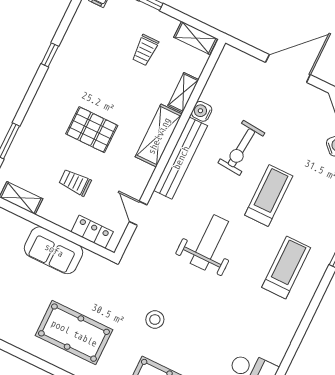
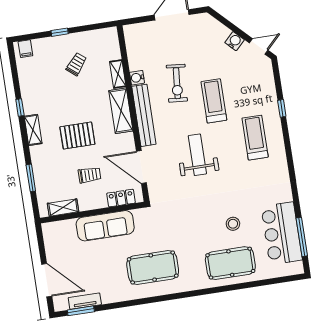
shelving: (196, 38) -> (33, 130), moved, turned 90
trolley: (145, 50) -> (76, 64), turned -141
trolley: (75, 182) -> (90, 175), turned 180
door: (138, 213) -> (141, 167), width x1.87
sofa: (54, 250) -> (105, 226), width x1.36
stool: (155, 320) -> (233, 224), moved

